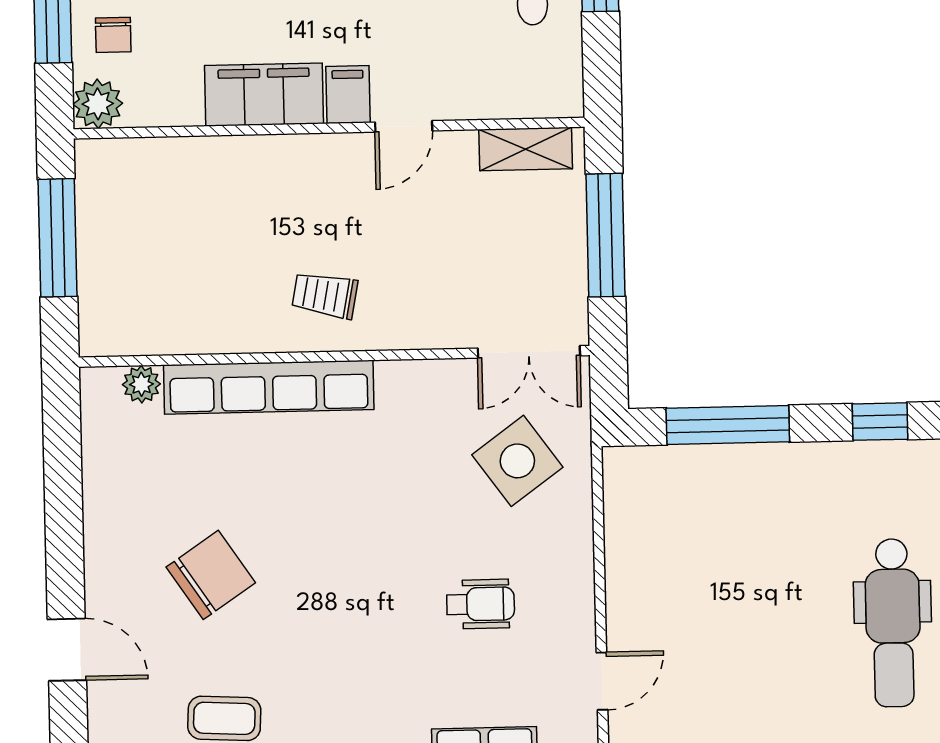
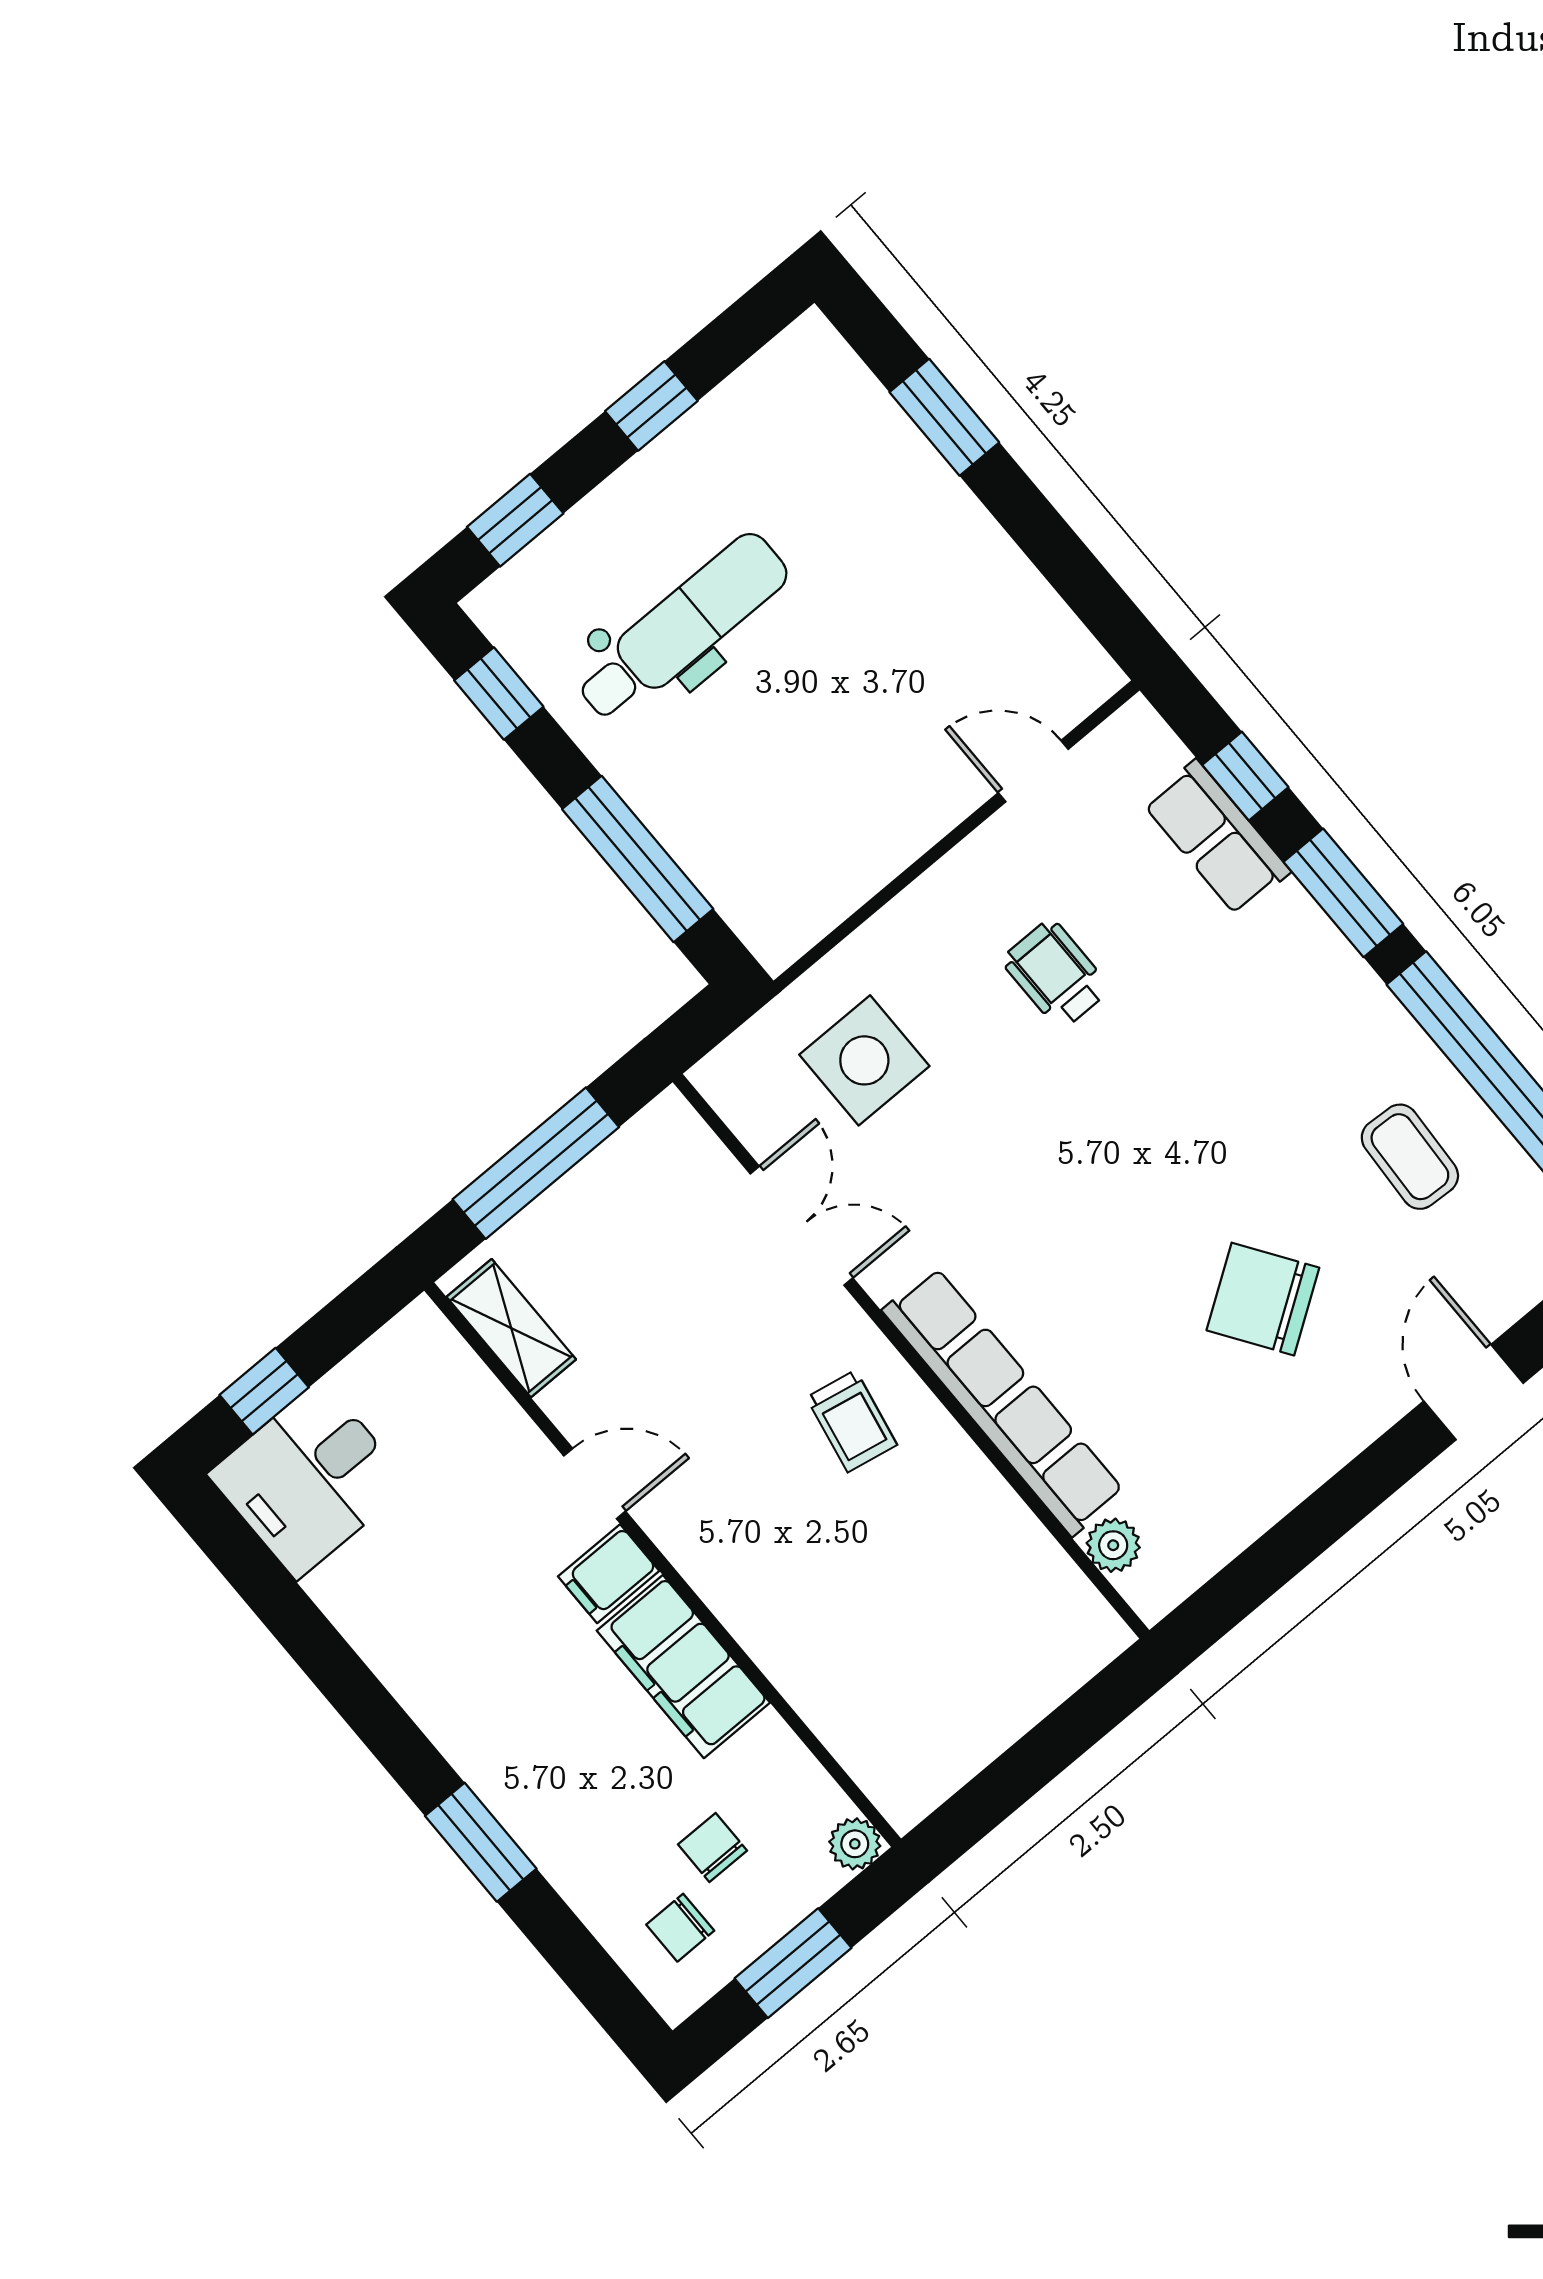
chair: (113, 35) -> (712, 1848), moved, turned -90
plant: (98, 104) -> (855, 1844), width x0.73, depth x0.73
window: (58, 238) -> (1025, 1768), removed
double door: (529, 352) -> (802, 1226), moved
side table: (517, 461) -> (864, 1060), turned 36
dental chair: (893, 623) -> (682, 628), moved

